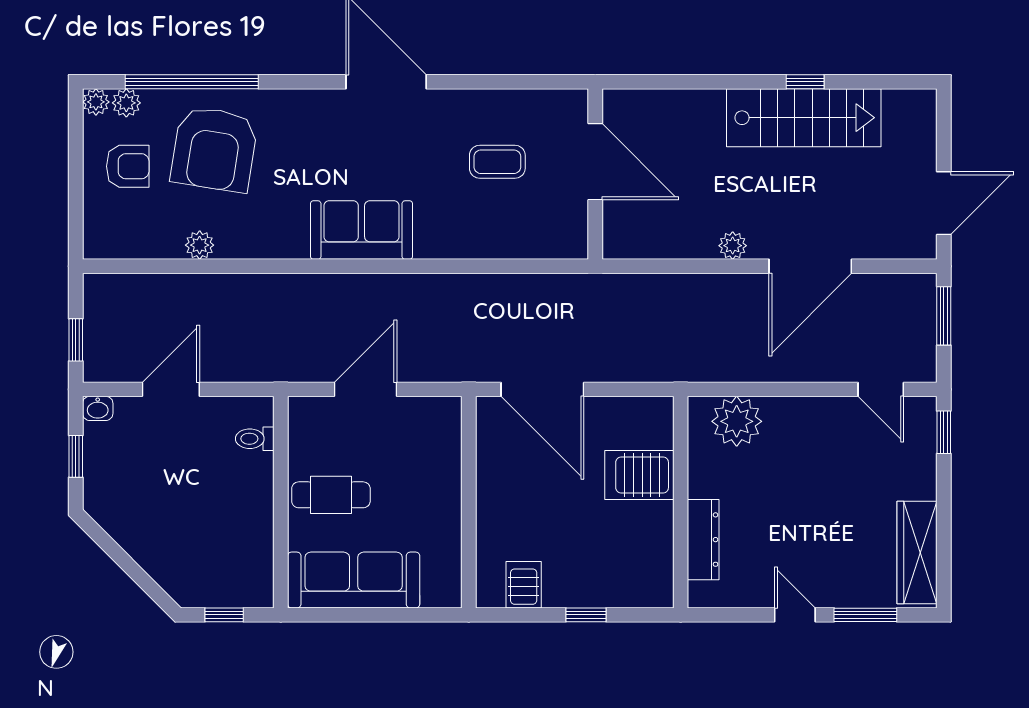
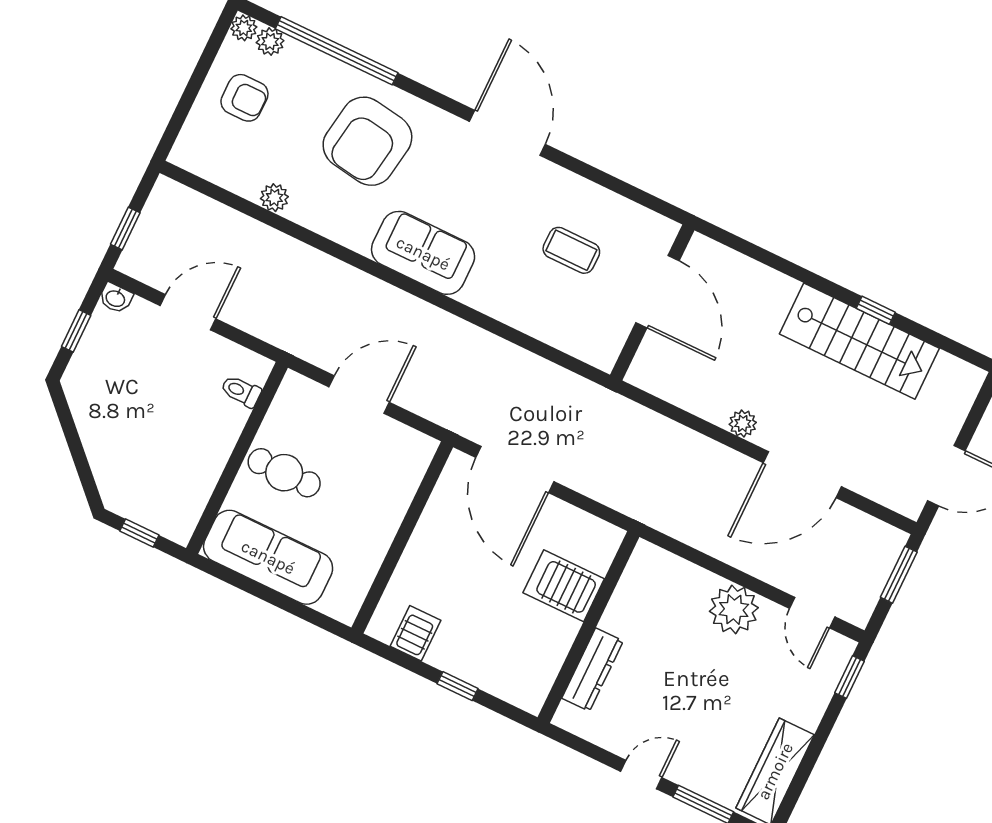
armchair: (214, 149) -> (367, 141), moved
plant: (737, 421) -> (734, 610), moved
door: (795, 615) -> (641, 775), hinge flipped

